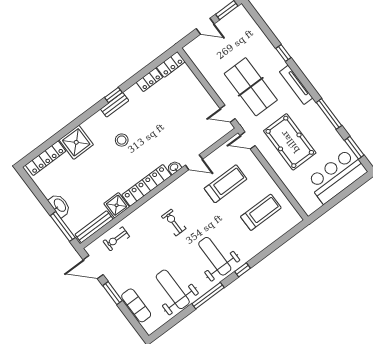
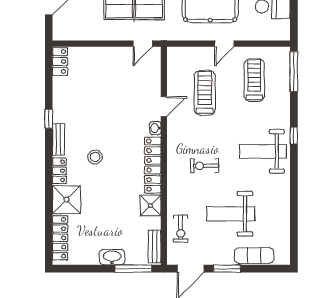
locker: (149, 80) -> (59, 171), moved
window: (113, 95) -> (49, 119), moved
door: (248, 141) -> (224, 44), moved
bench: (94, 227) -> (155, 246), width x0.73
weight bench: (173, 289) -> (231, 214), moved
window: (208, 296) -> (294, 72), moved

